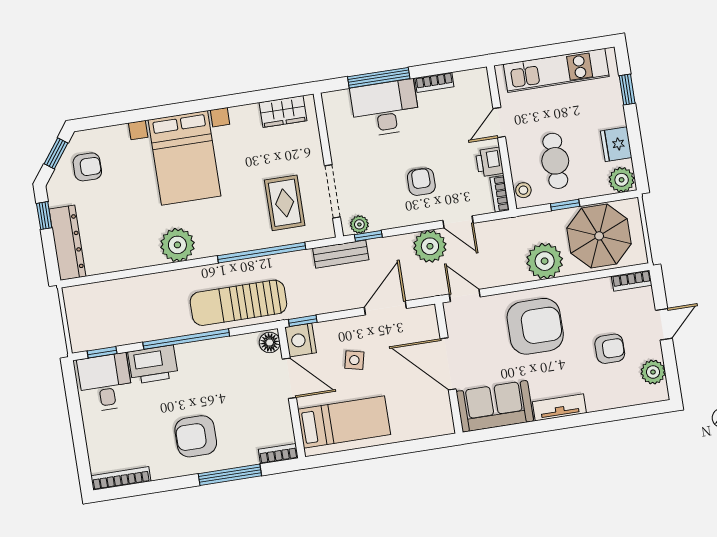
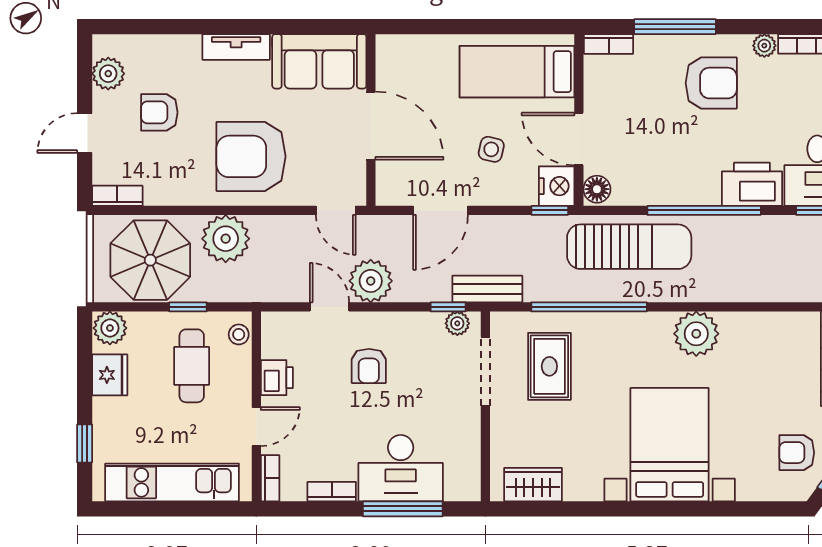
bookcase: (500, 194) -> (270, 478), moved
plant: (160, 471) -> (764, 46), added

